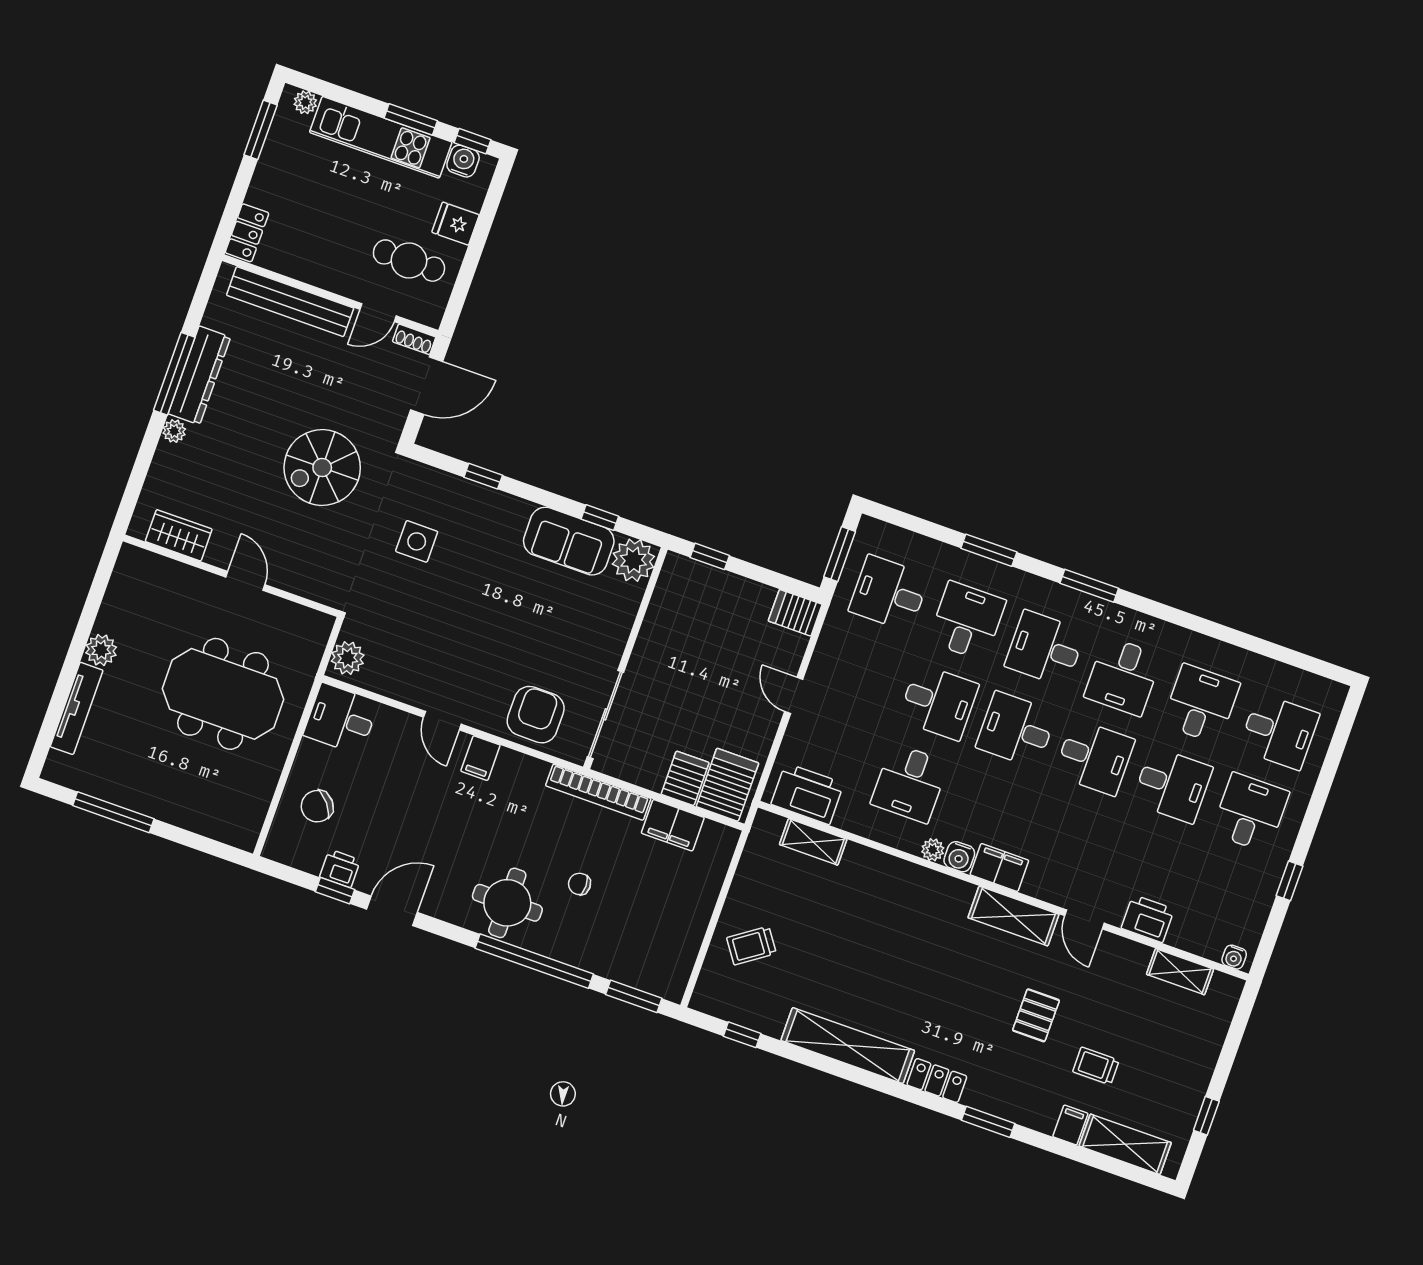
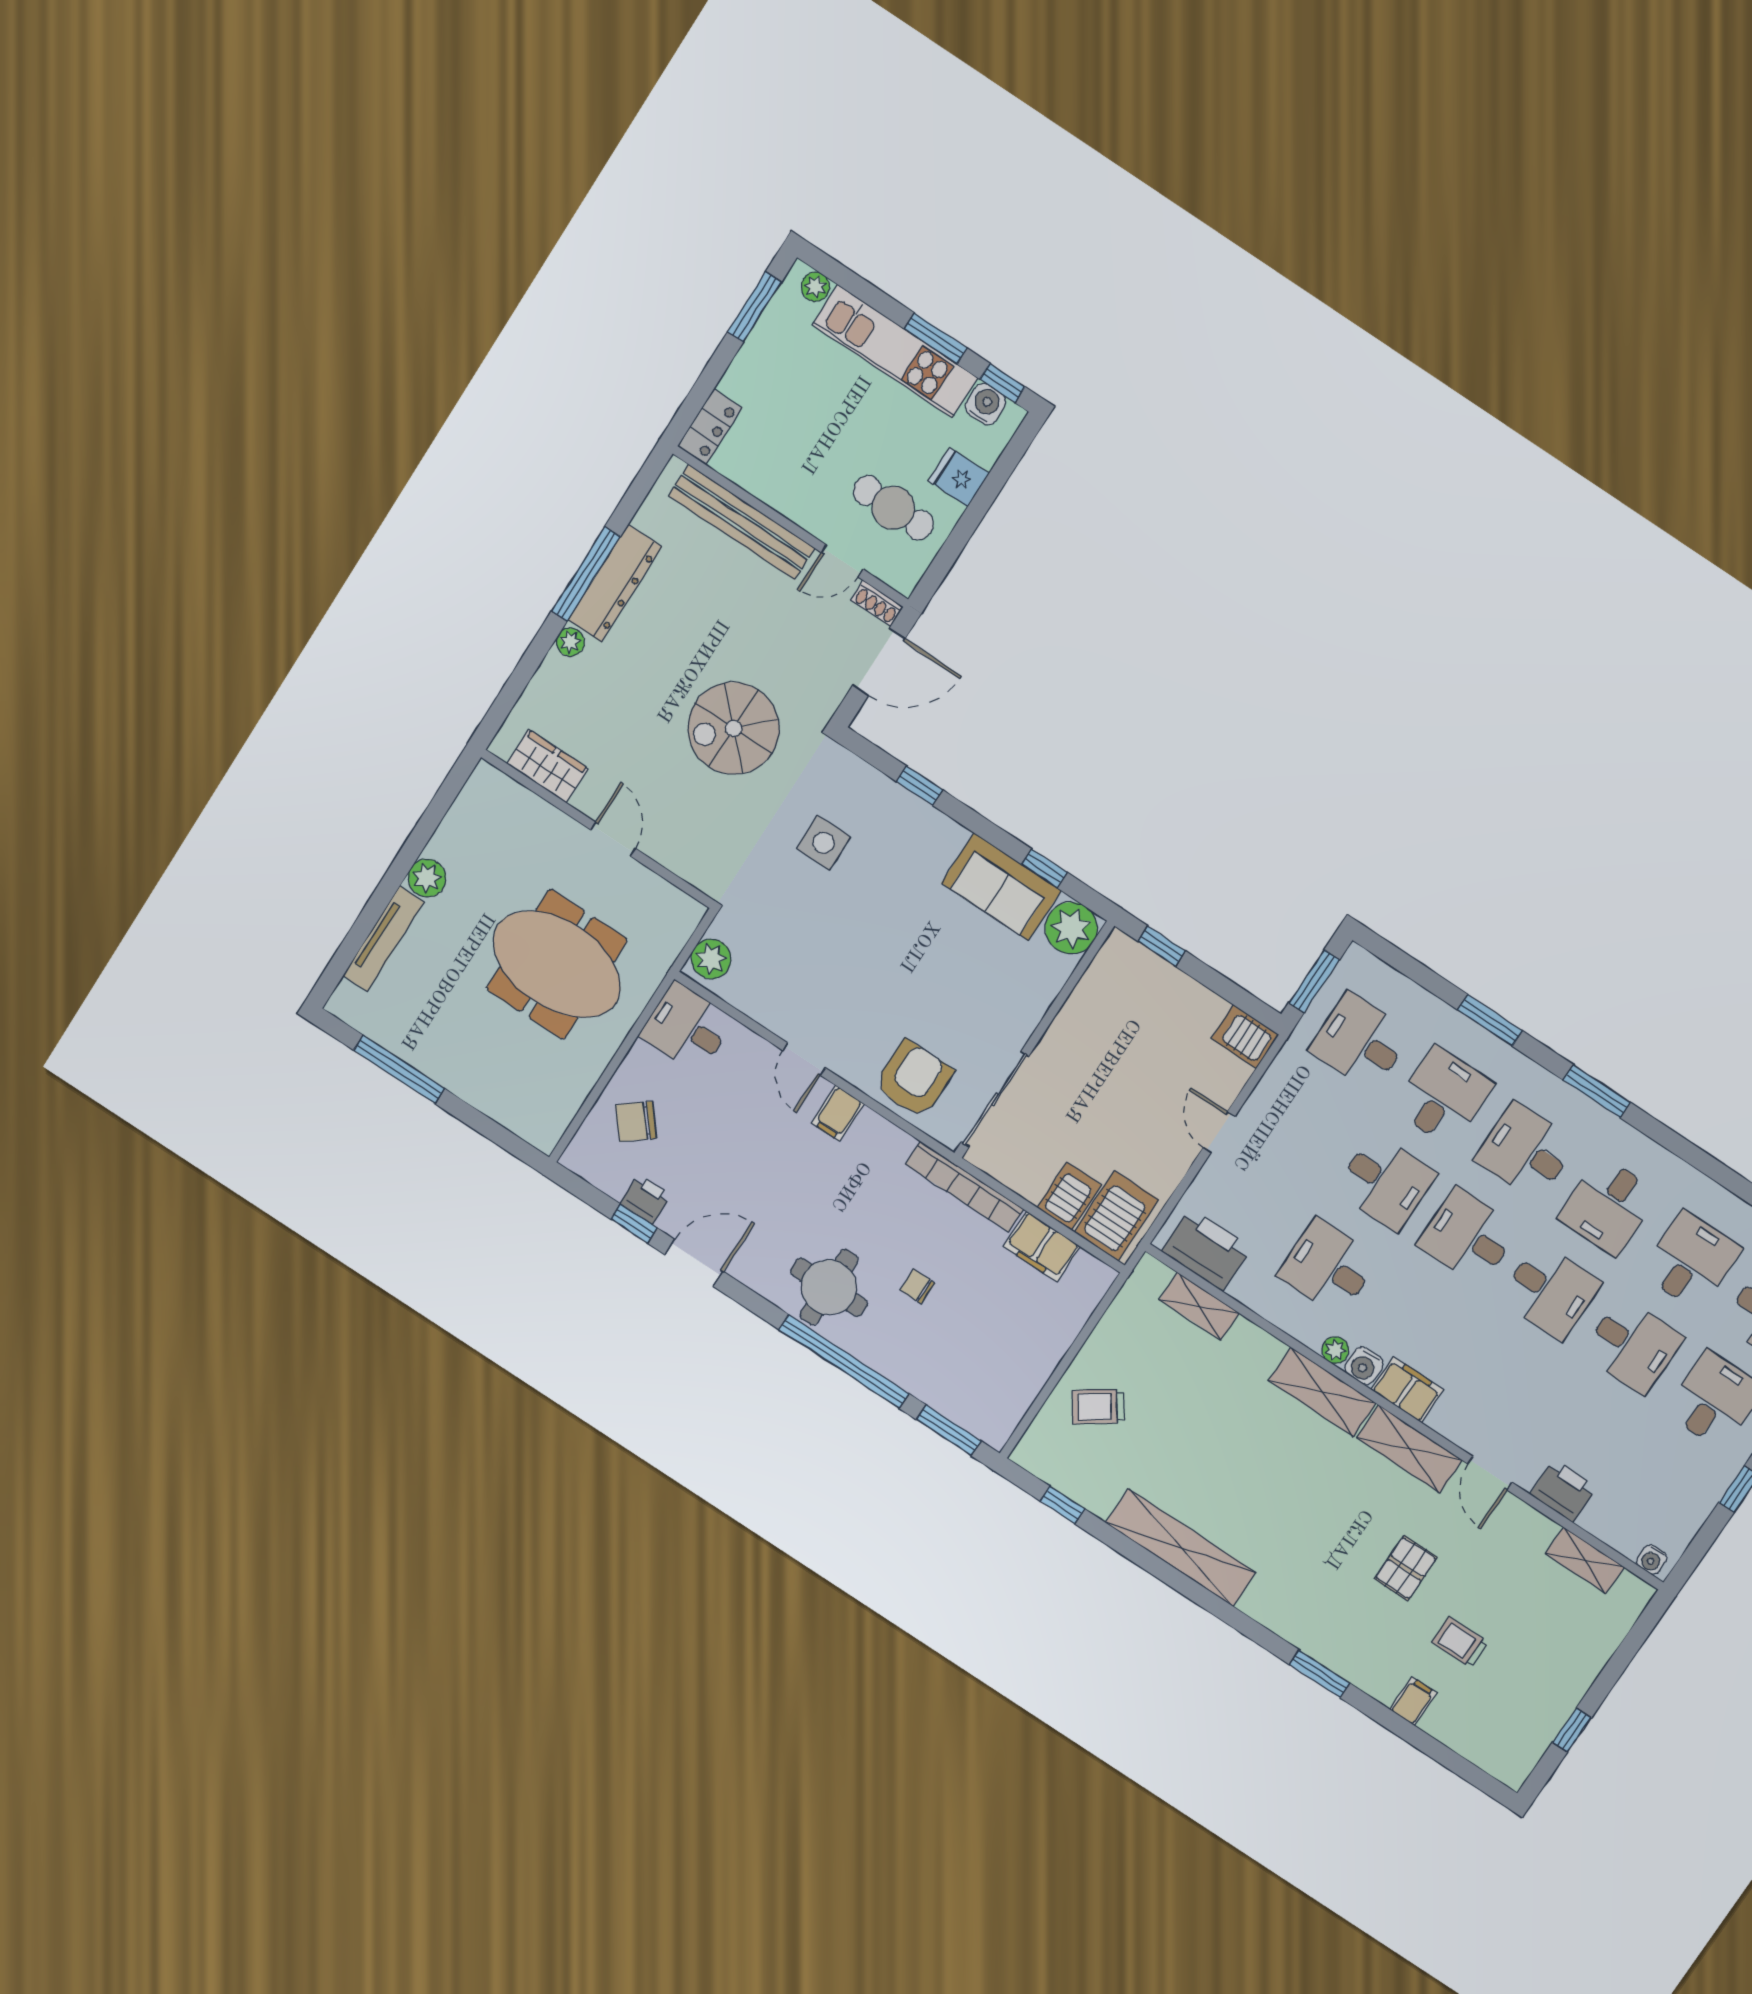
desk: (910, 783) -> (1328, 1267), turned 90
locker: (937, 1080) -> (1273, 1613), removed
shelving: (1125, 1144) -> (1322, 1392), moved

